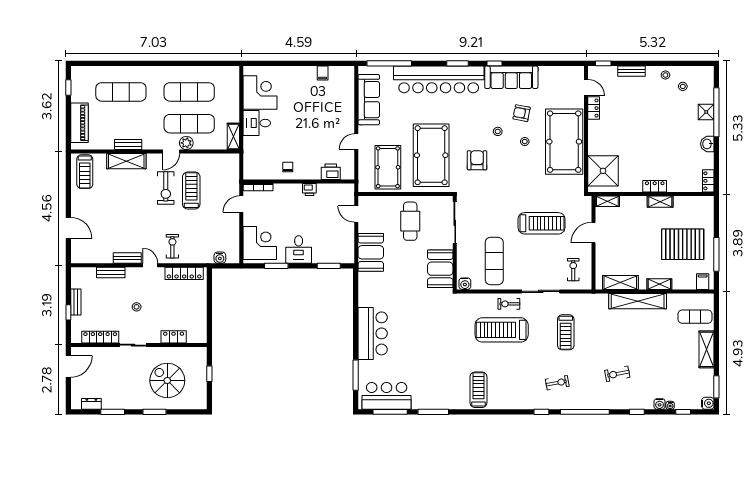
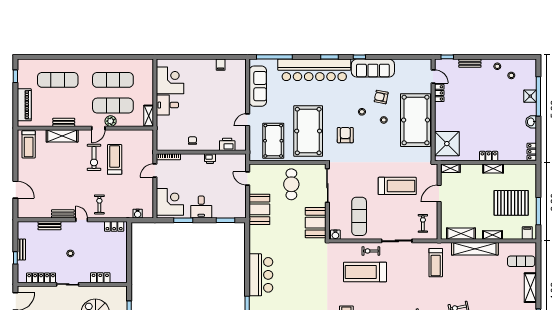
locker: (184, 273) -> (114, 226), width x0.66
treadmill: (566, 332) -> (436, 263), moved

